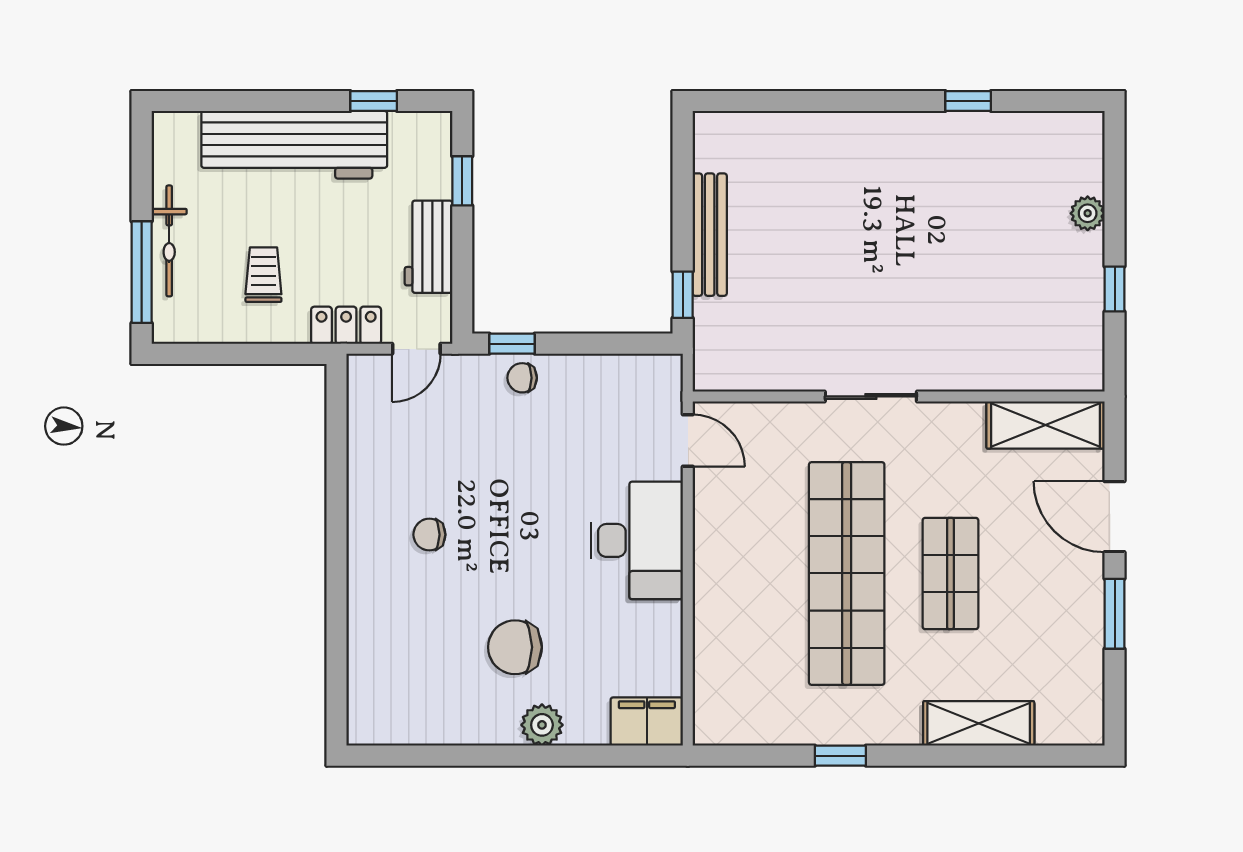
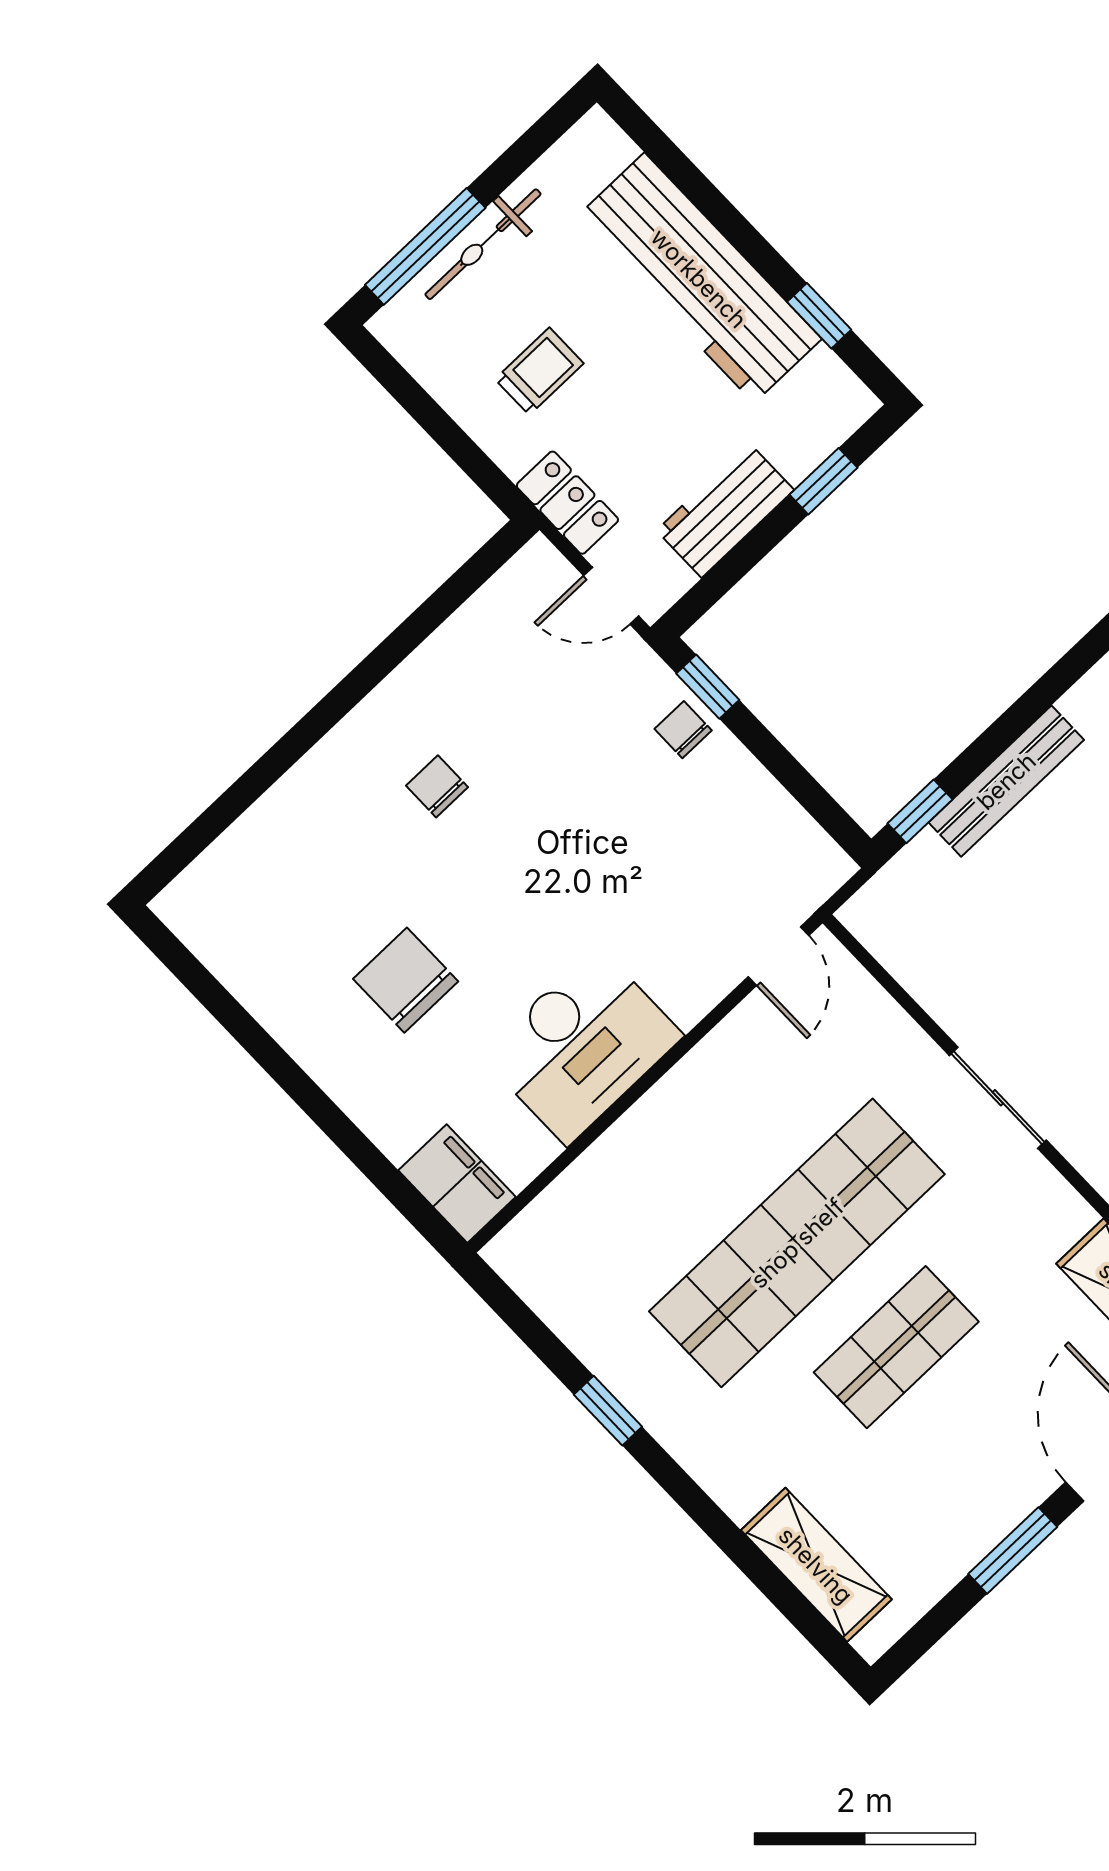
desk: (637, 540) -> (582, 1046), moved
shelving: (979, 723) -> (816, 1565), moved
plant: (542, 725) -> (353, 1082), removed

